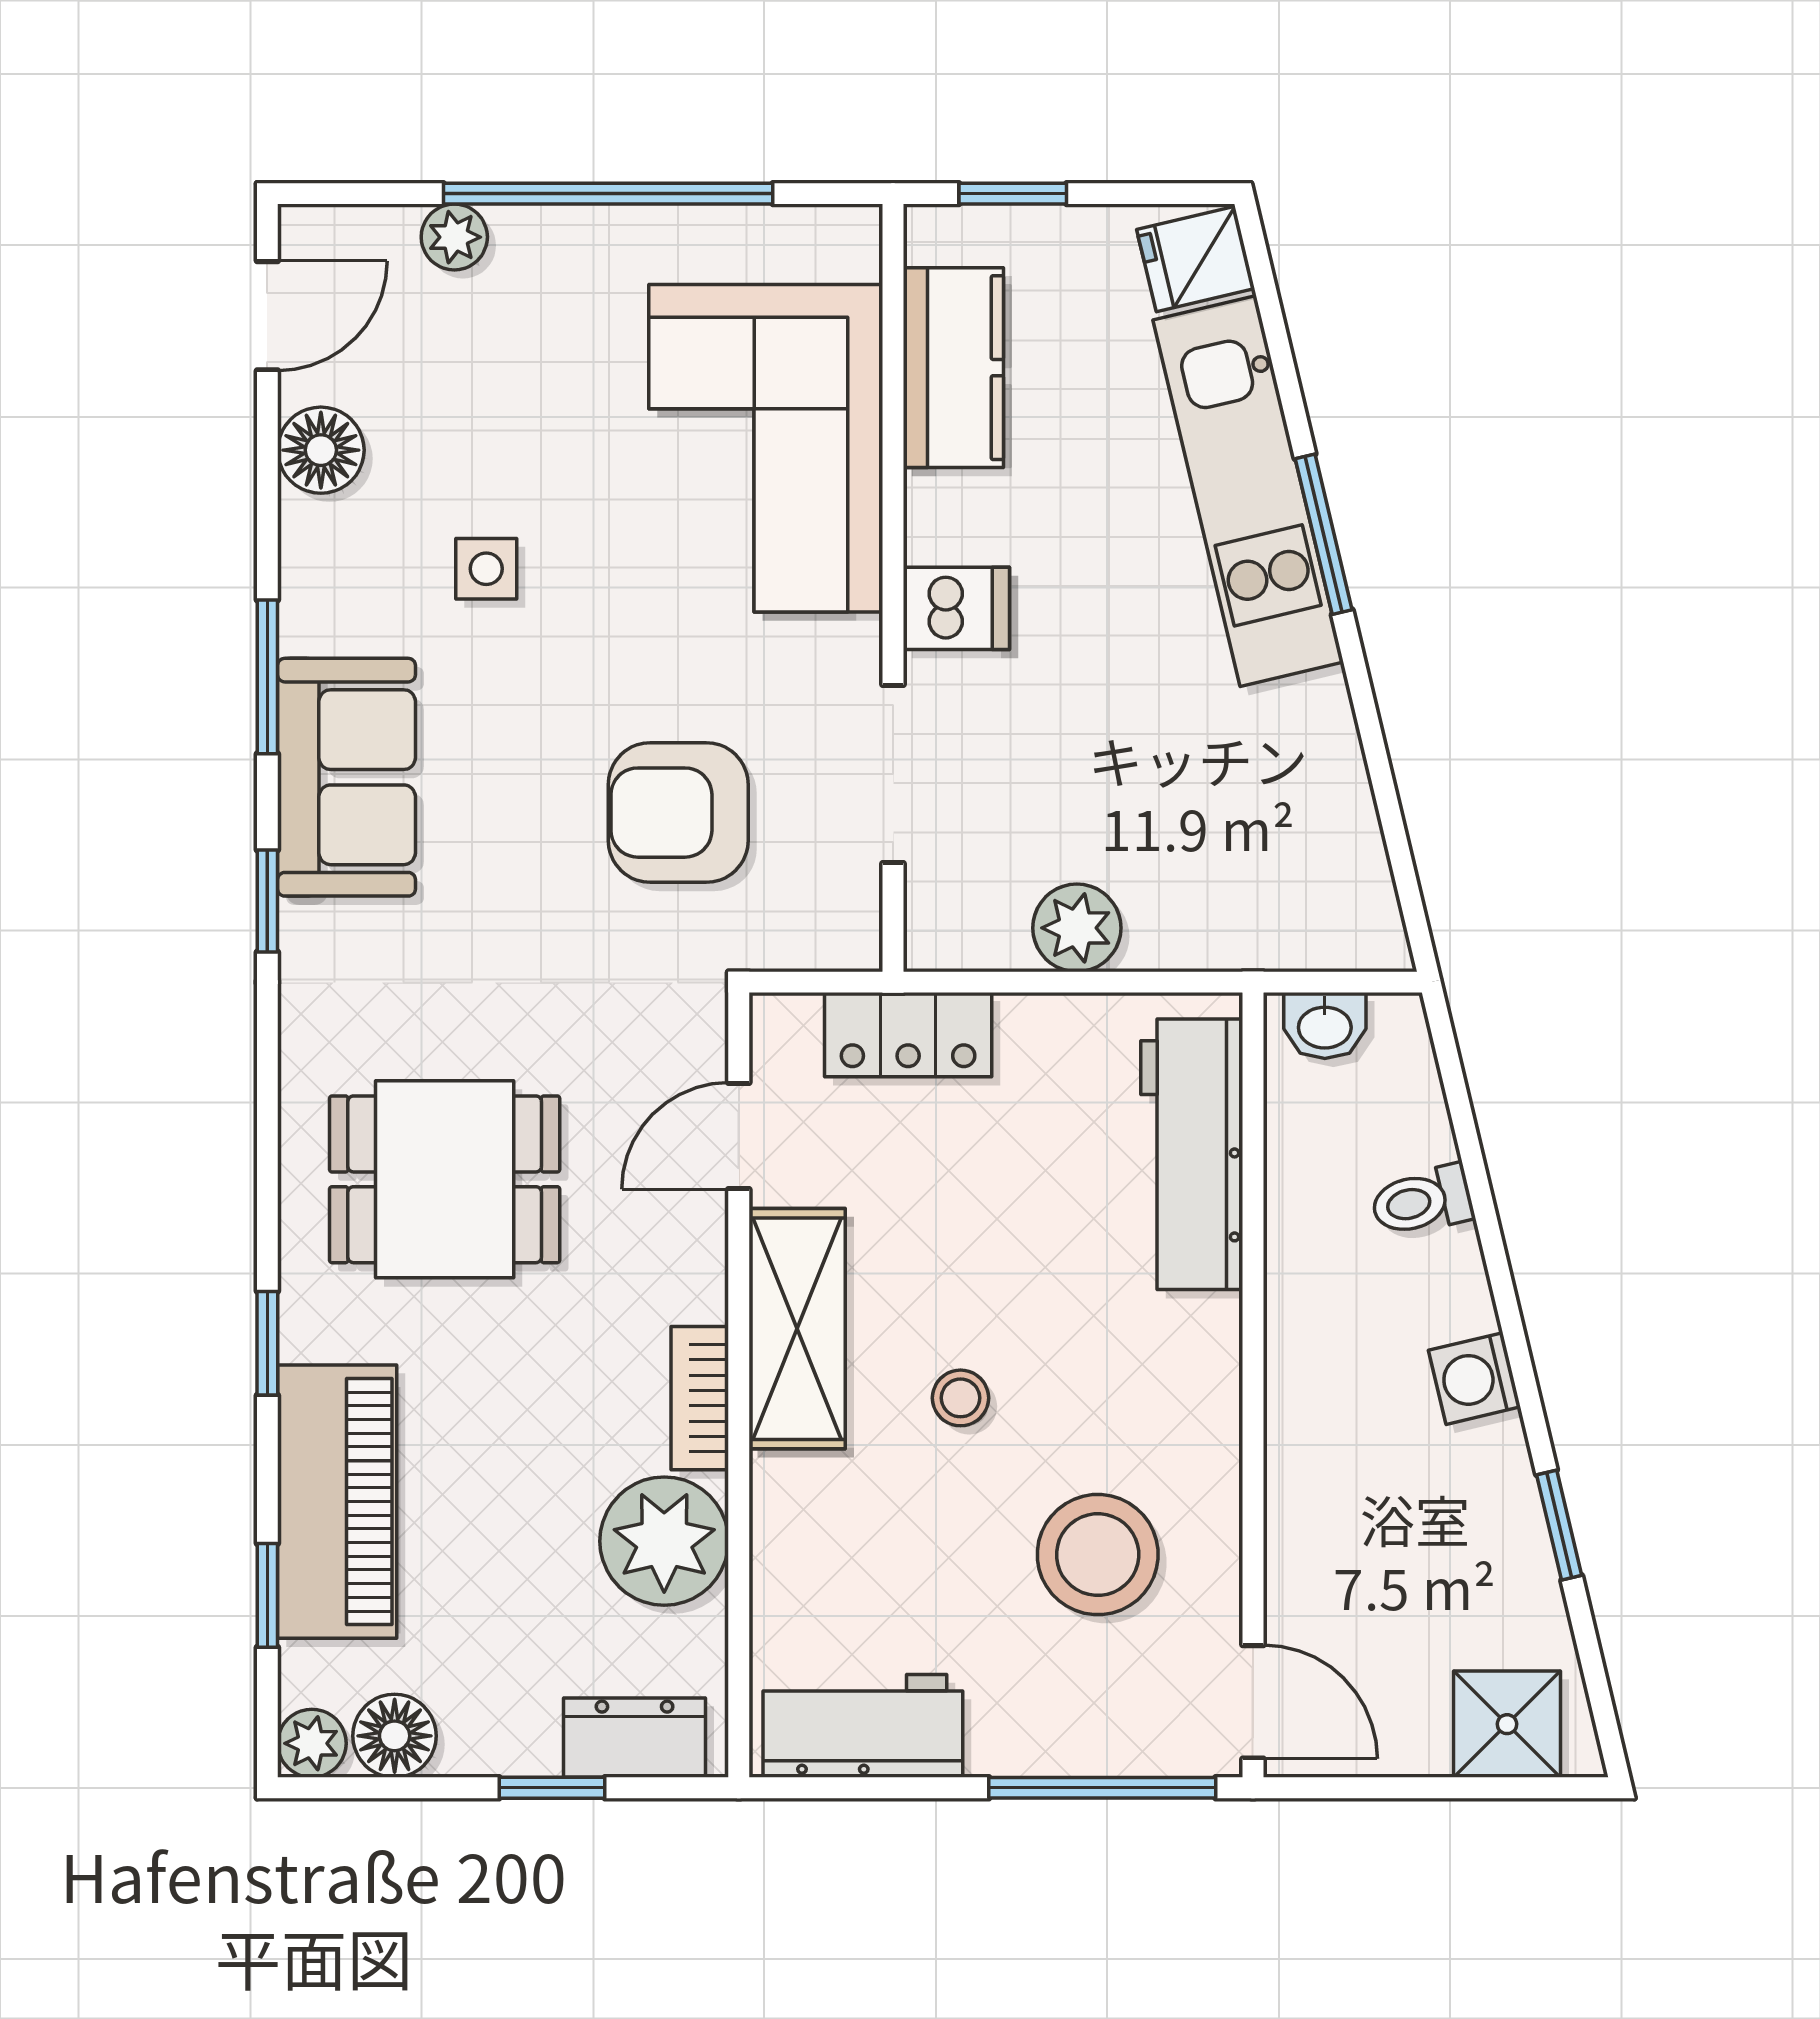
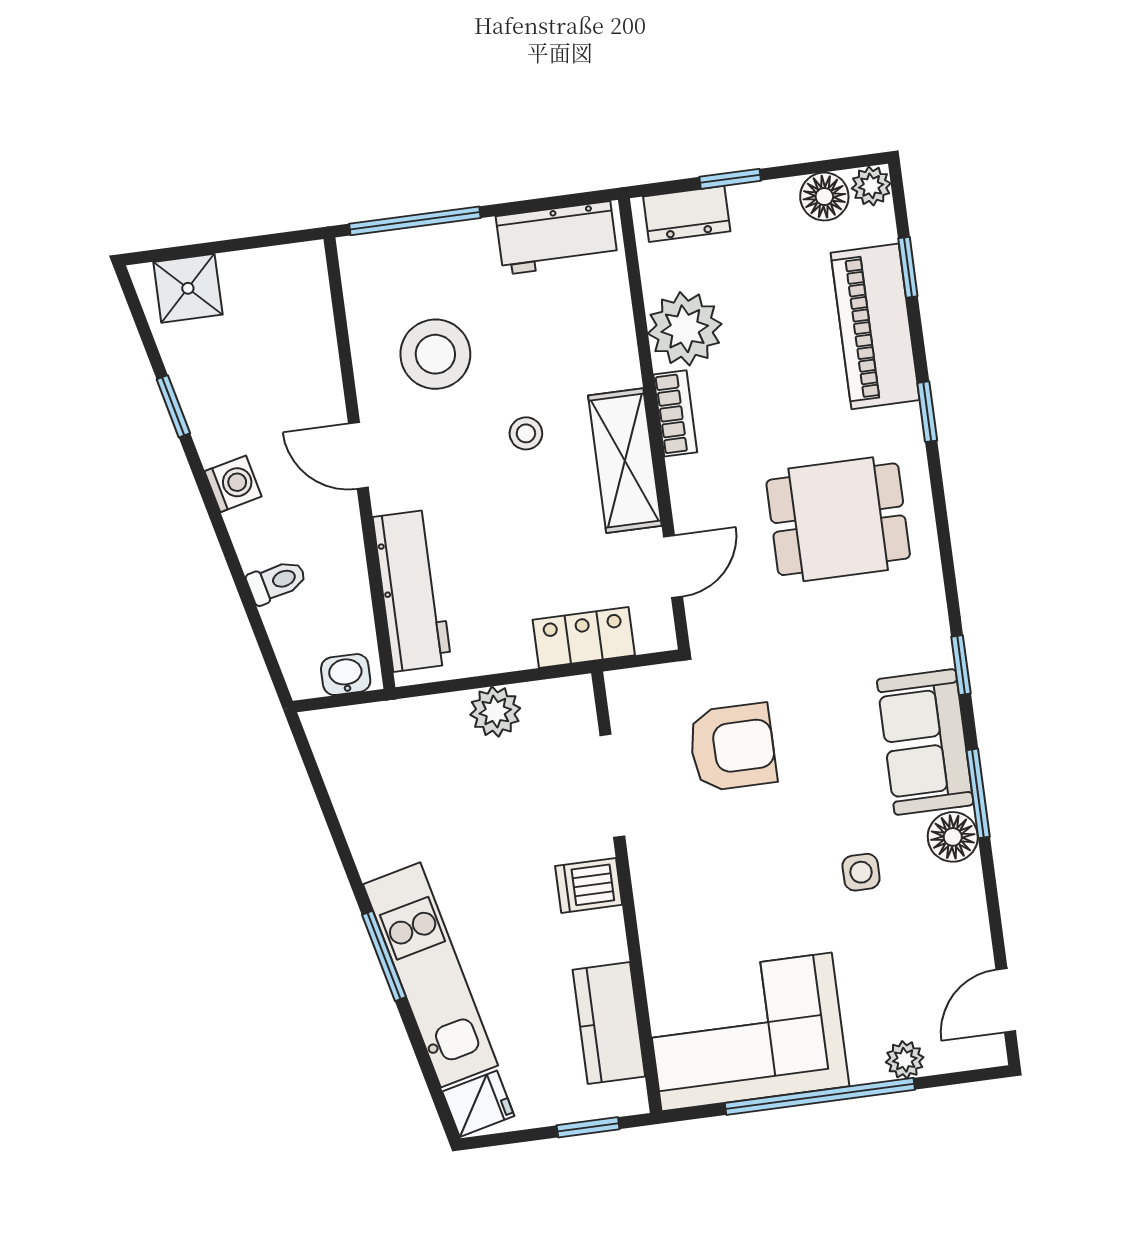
corner sofa: (766, 448) -> (747, 1032), moved, turned -90
floor lamp: (321, 450) -> (953, 837), moved
door: (1253, 1702) -> (358, 456), moved

